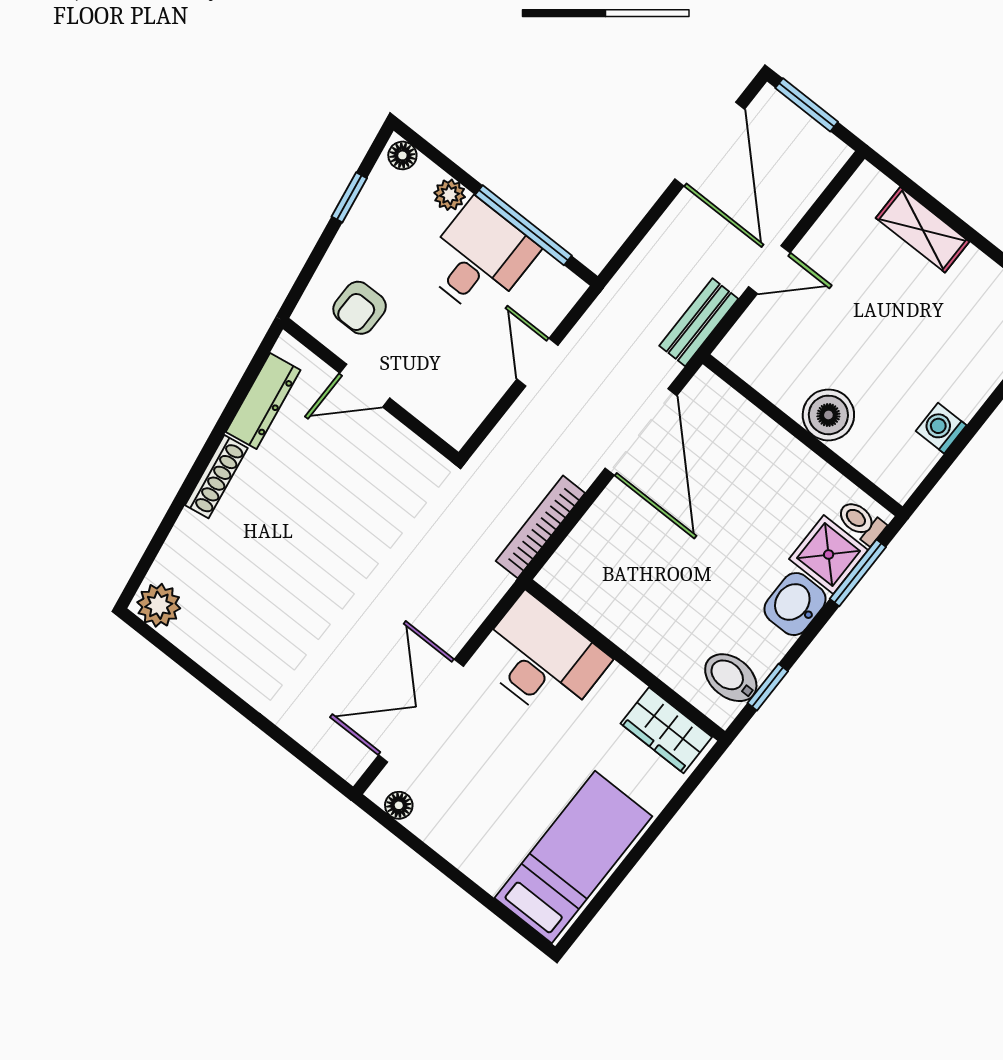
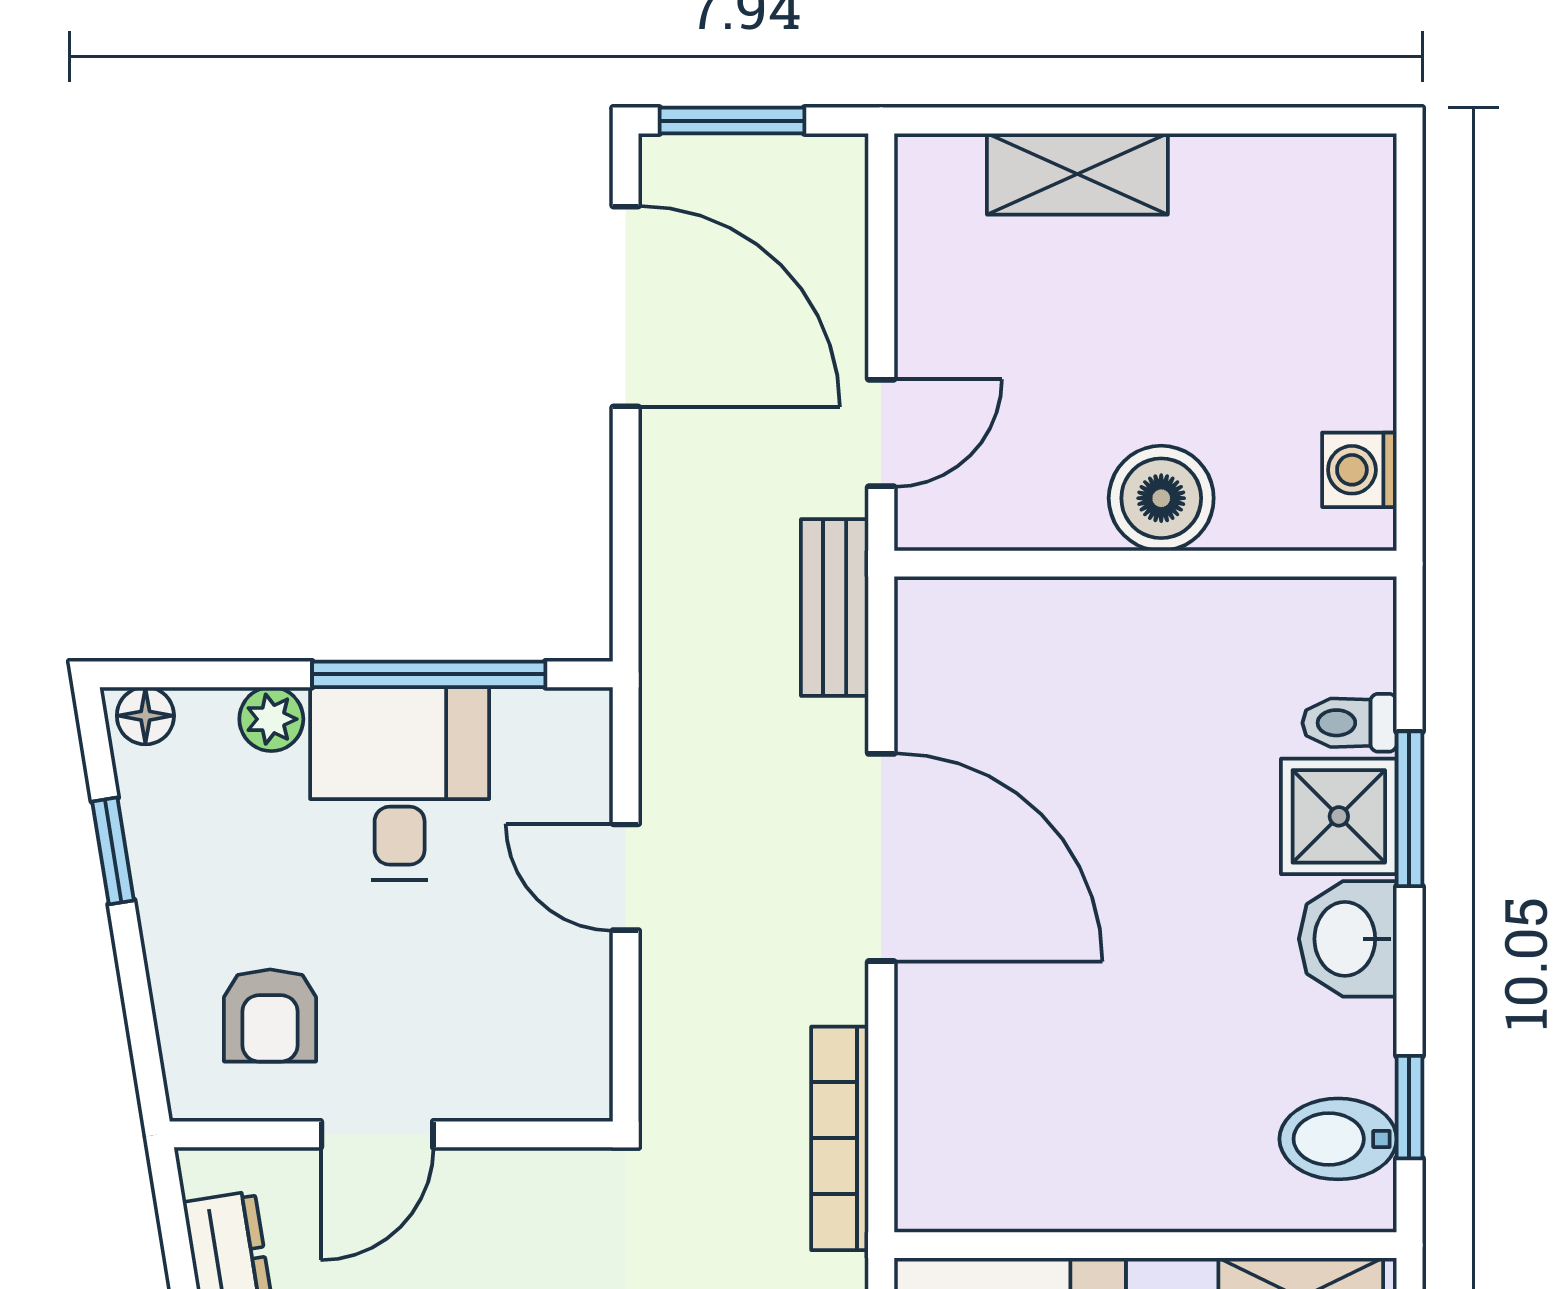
boiler: (828, 415) -> (1161, 498), moved
wall: (803, 435) -> (1145, 564), moved

